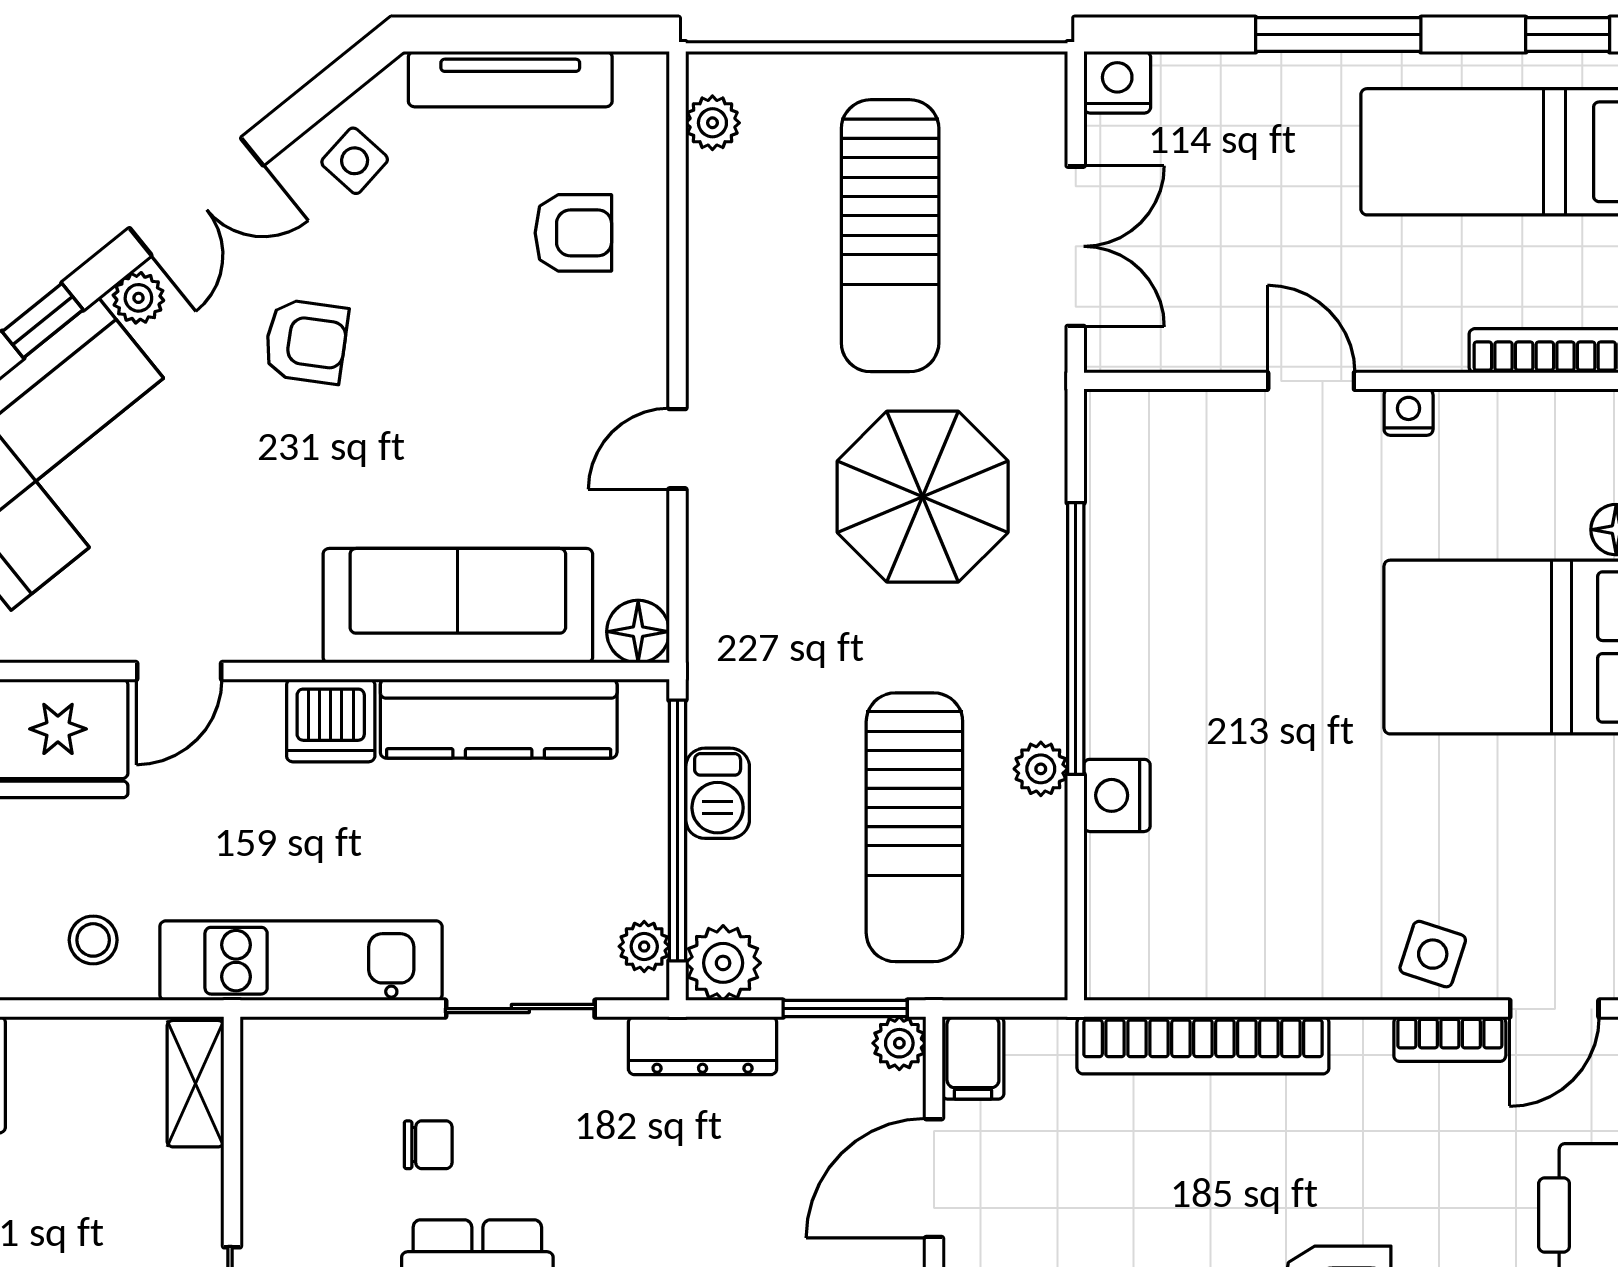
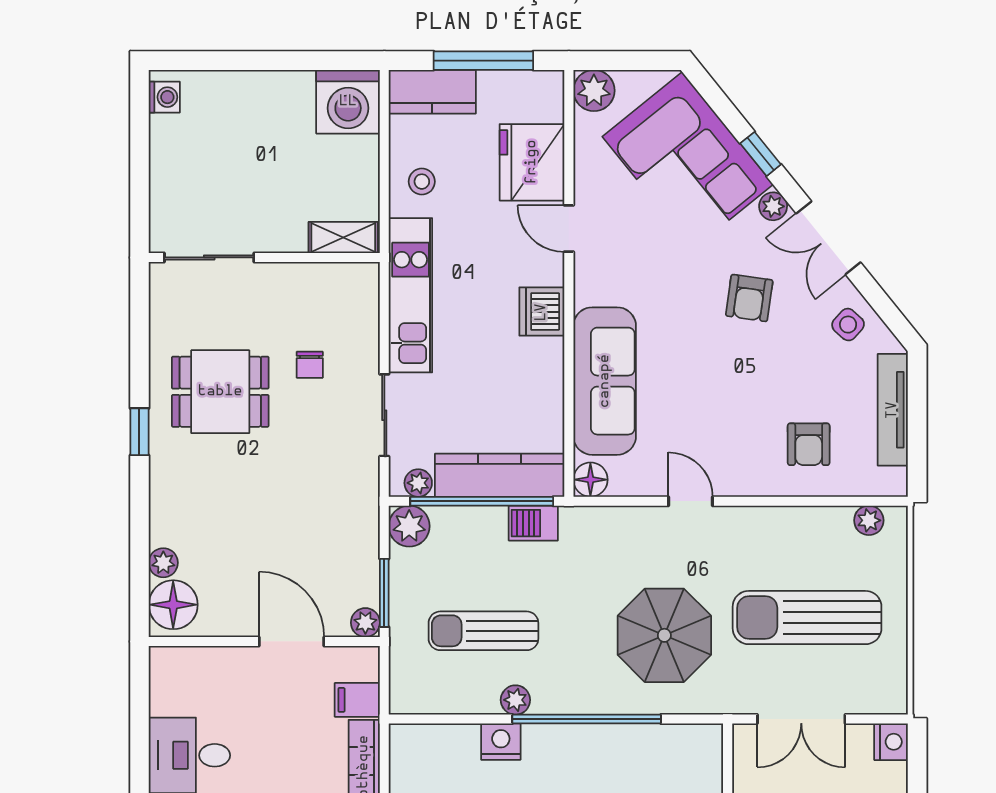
kitchen counter: (499, 719) -> (500, 475), moved, turned 90
barbecue: (718, 793) -> (533, 523), moved
sun lounger: (914, 827) -> (483, 631), width x0.73, depth x0.75
dresser: (703, 1046) -> (364, 515), removed
filing cabinet: (973, 1058) -> (357, 700), moved

